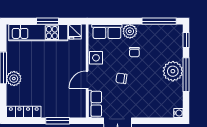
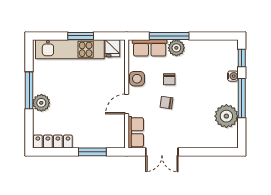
window: (159, 21) -> (169, 36), moved
chair: (134, 52) -> (169, 79), moved
plant: (173, 71) -> (226, 116), moved
water cooler: (178, 113) -> (233, 76), moved

